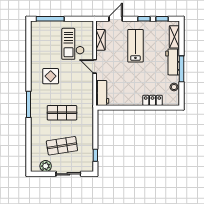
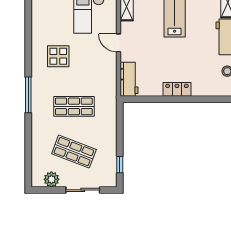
locker: (152, 100) -> (177, 89), moved
shop shelf: (62, 146) -> (74, 152), turned 30

